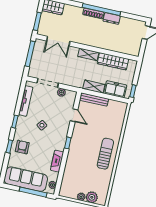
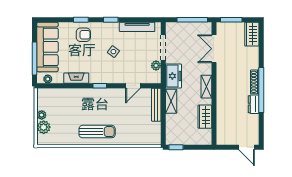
wardrobe: (113, 61) -> (205, 117), width x0.67
freezer: (115, 89) -> (173, 76), moved

